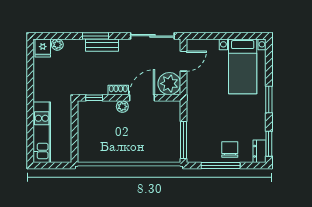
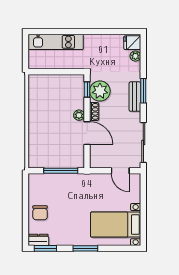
plant: (169, 84) -> (100, 91), moved
window: (183, 140) -> (61, 171), moved
chair: (230, 149) -> (40, 213), turned 90
window: (221, 165) -> (25, 205), removed

